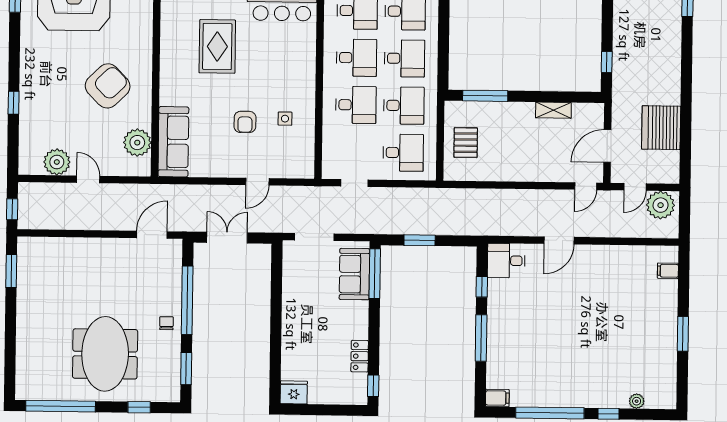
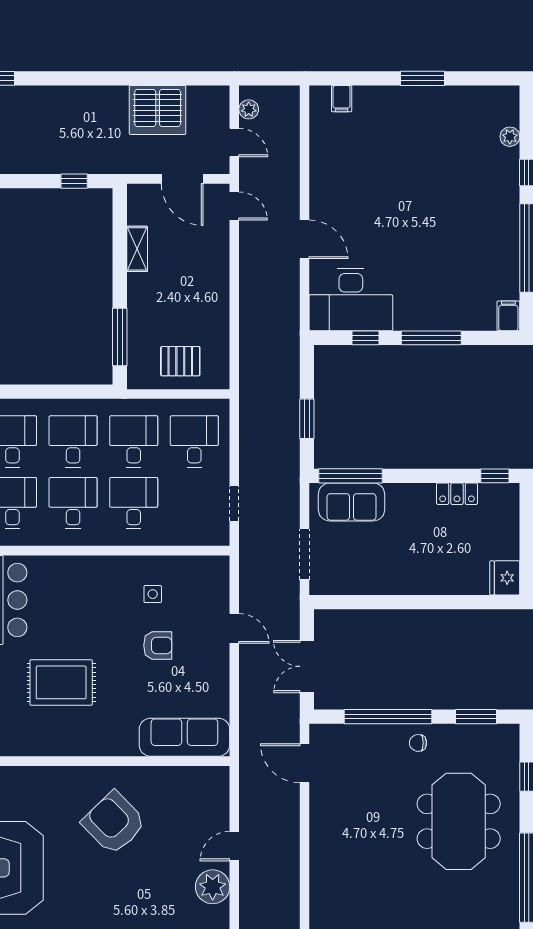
plant: (137, 143) -> (186, 784), removed
plant: (661, 205) -> (249, 109), width x0.53, depth x0.53
desk: (506, 261) -> (351, 300), width x1.87, depth x1.30
meeting table: (105, 354) -> (459, 821), turned 90

